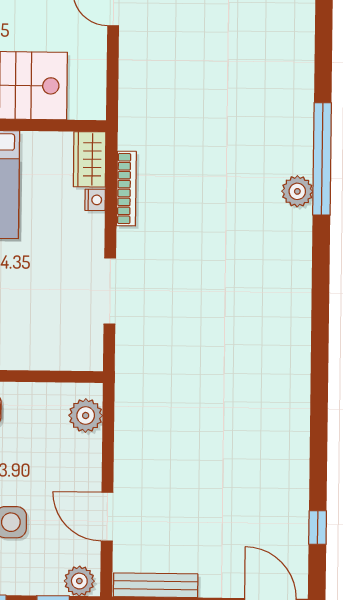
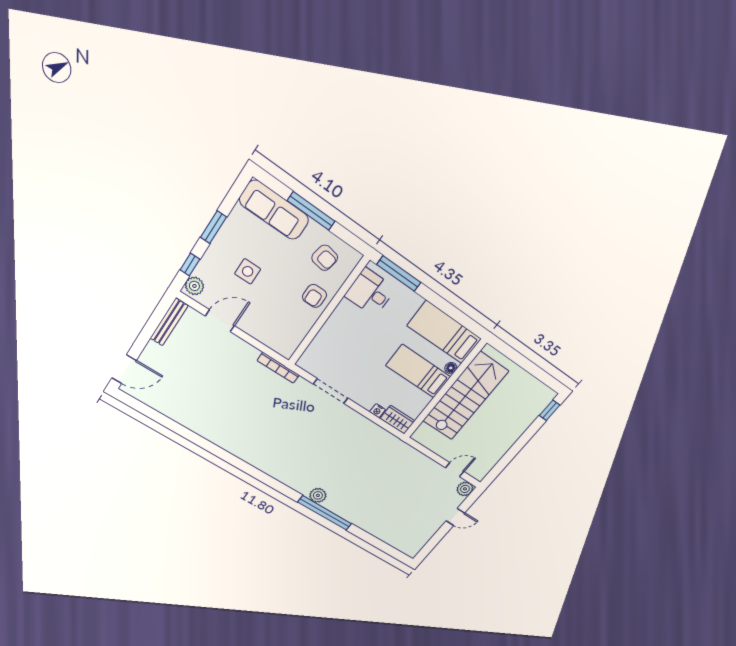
bookcase: (126, 189) -> (278, 368), moved
plant: (86, 415) -> (278, 343), removed
window: (318, 528) -> (152, 414), removed

